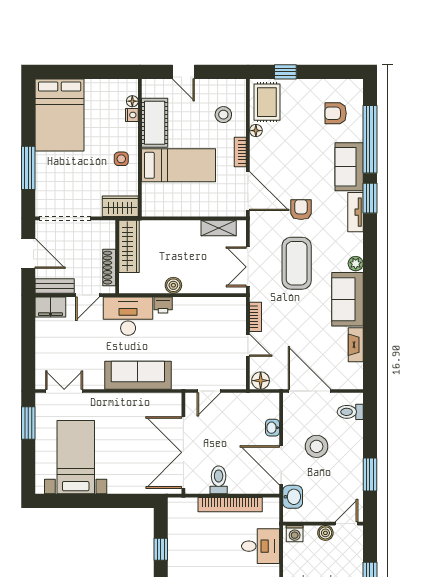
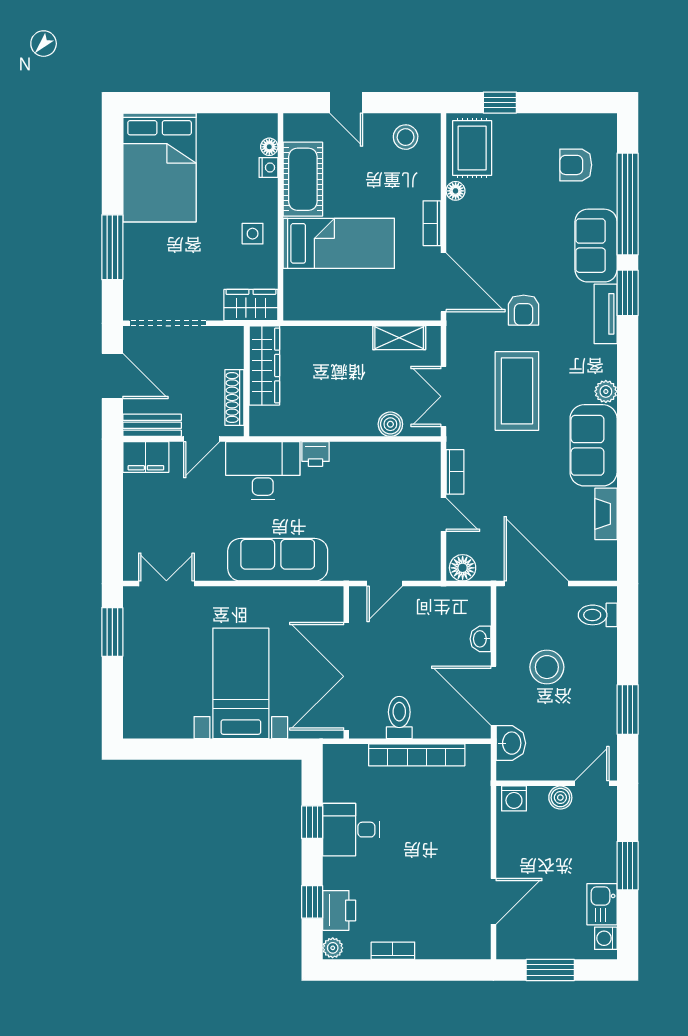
stool: (223, 115) -> (406, 137), moved
armchair: (301, 210) -> (524, 310), turned 180
boiler: (173, 285) -> (390, 424), moved
bed with nightstands: (76, 457) -> (241, 683), moved
desk: (260, 546) -> (351, 830), moved, turned 180

